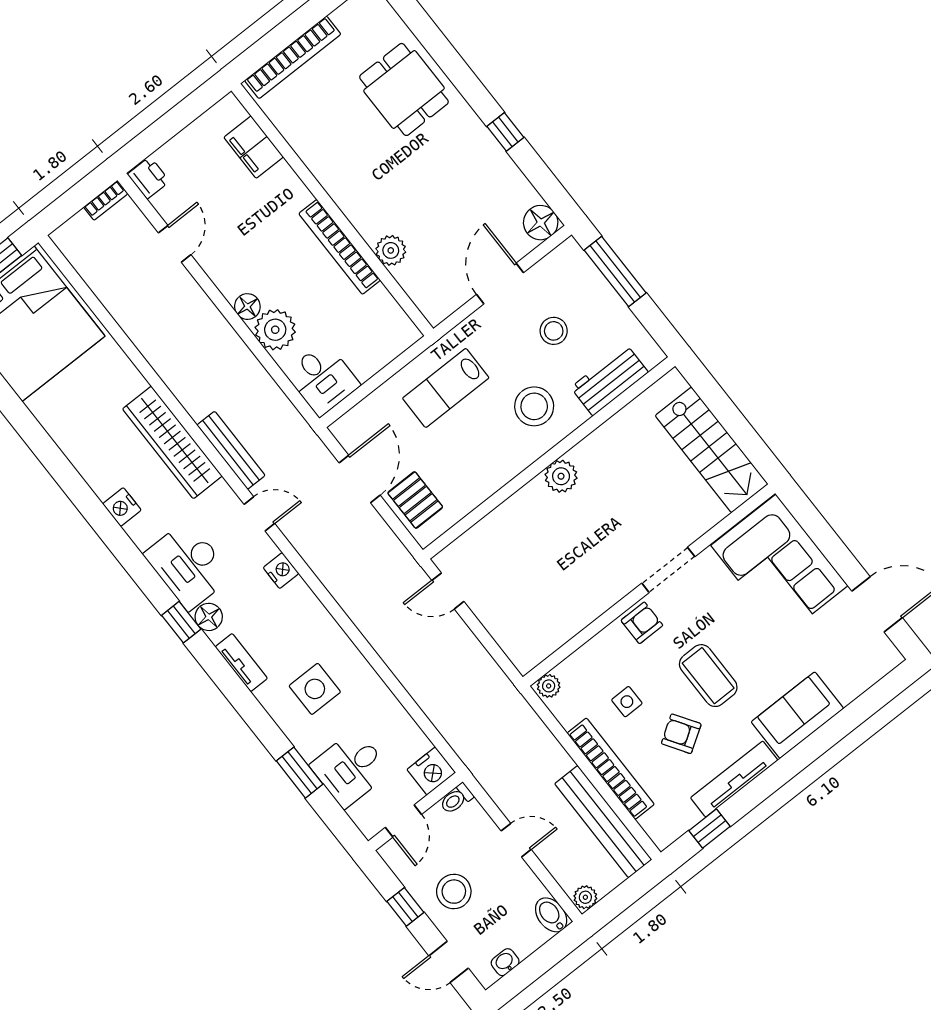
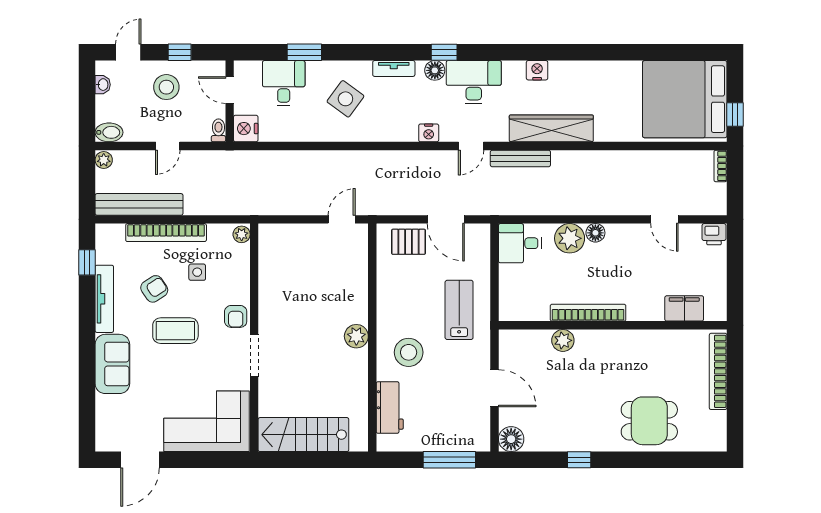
bookcase: (106, 200) -> (720, 166), moved
stool: (554, 331) -> (443, 398), removed
side table: (315, 689) -> (345, 99), turned 36

